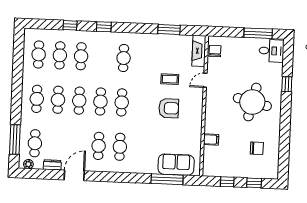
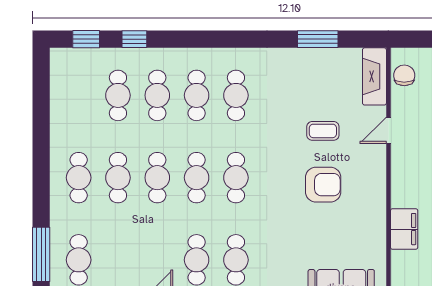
window: (104, 27) -> (86, 39), moved
cafe table: (39, 54) -> (197, 95), moved
filing cabinet: (211, 139) -> (404, 229), width x2.00

